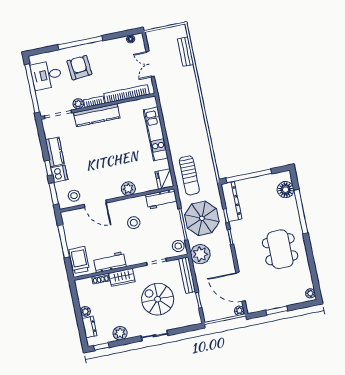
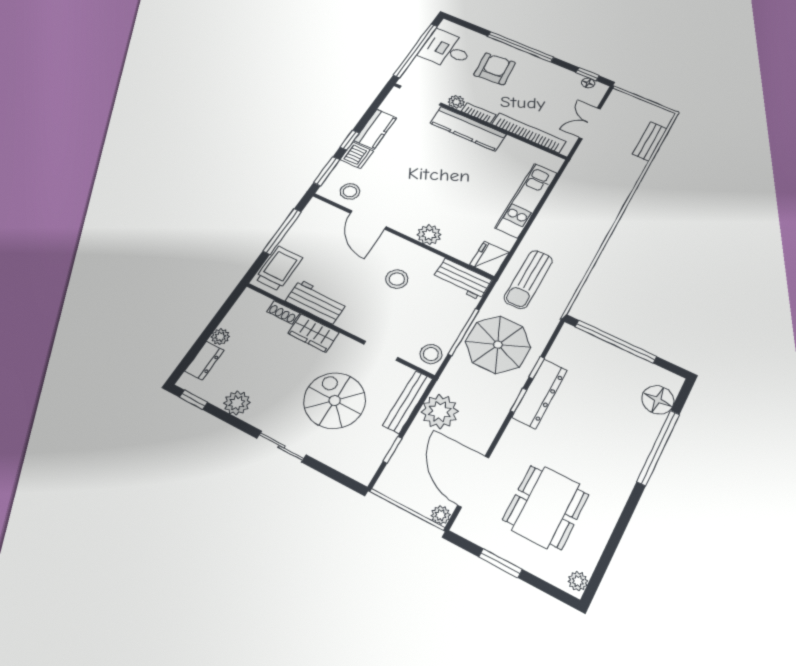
window: (126, 33) -> (588, 74), added
dresser: (231, 202) -> (540, 394), moved
dining table: (280, 249) -> (546, 507), moved
plant: (200, 254) -> (440, 411), moved

